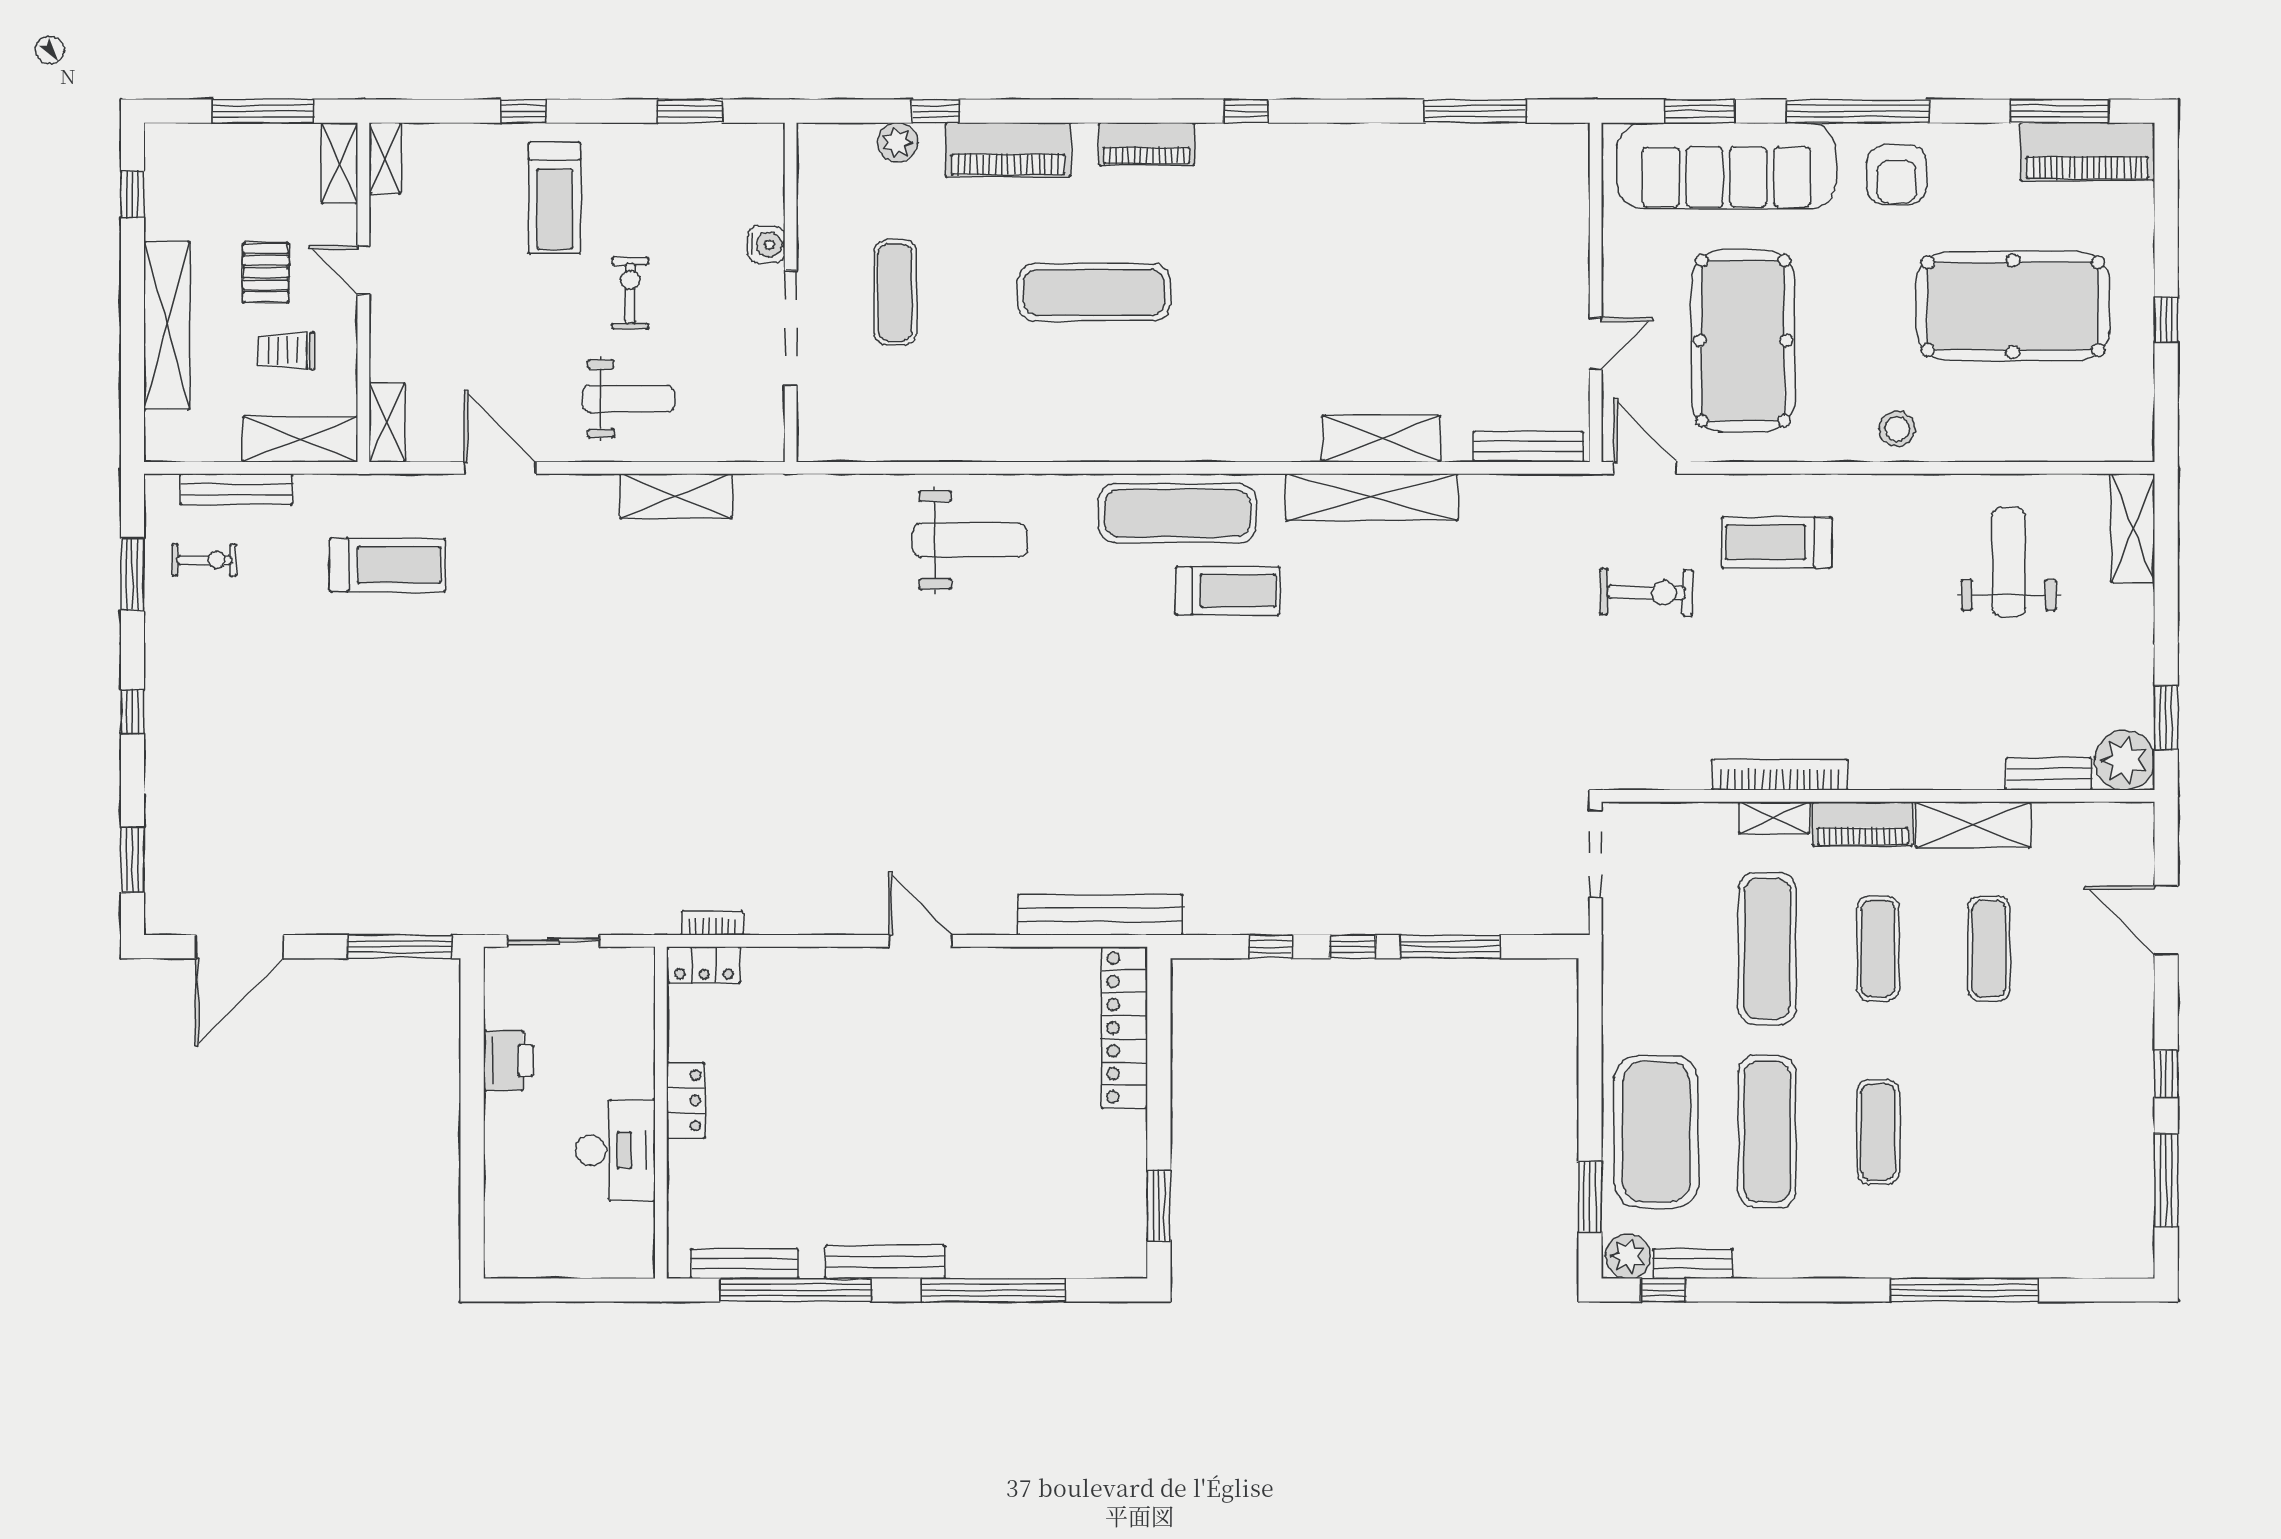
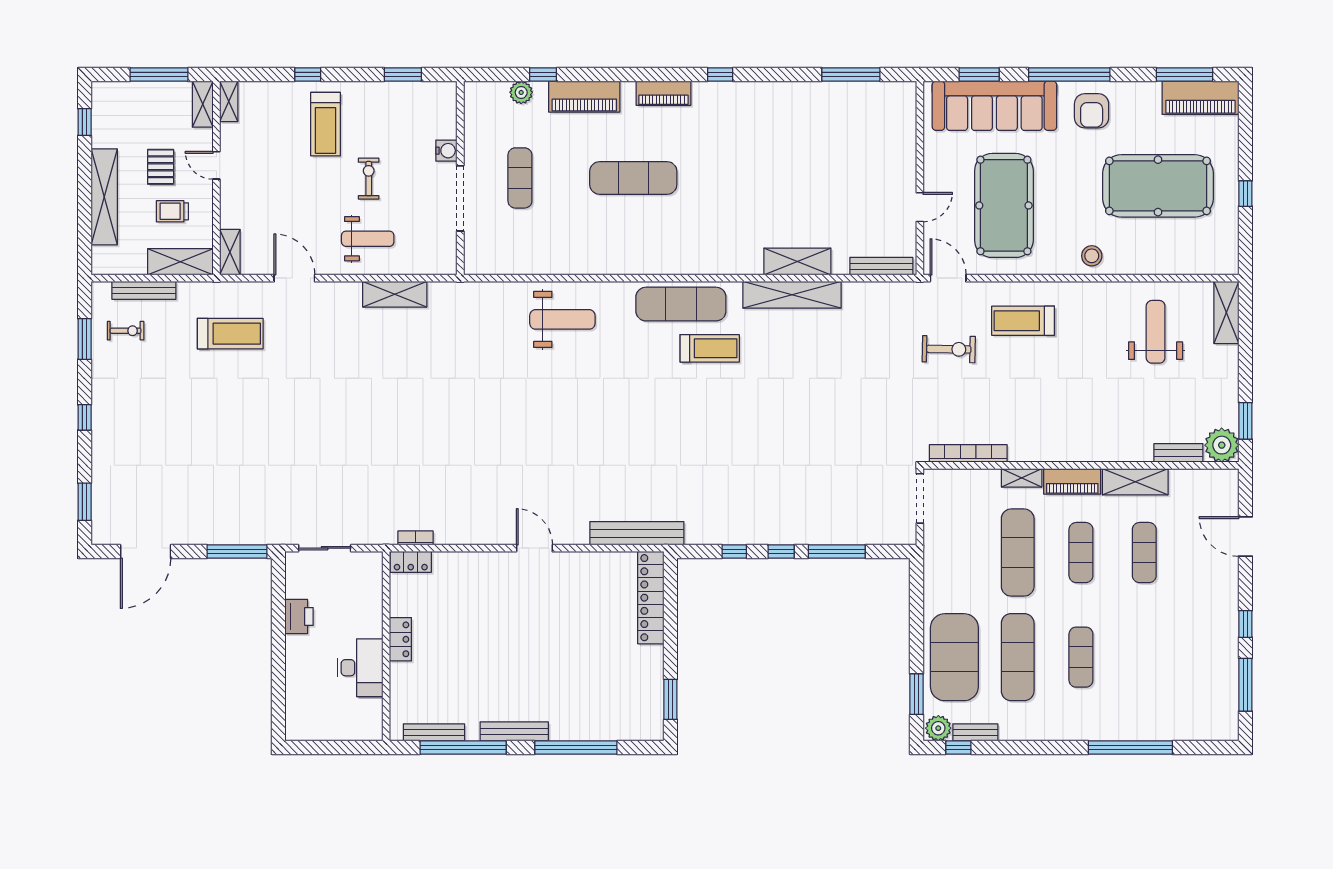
bookcase: (1780, 775) -> (968, 453), moved

